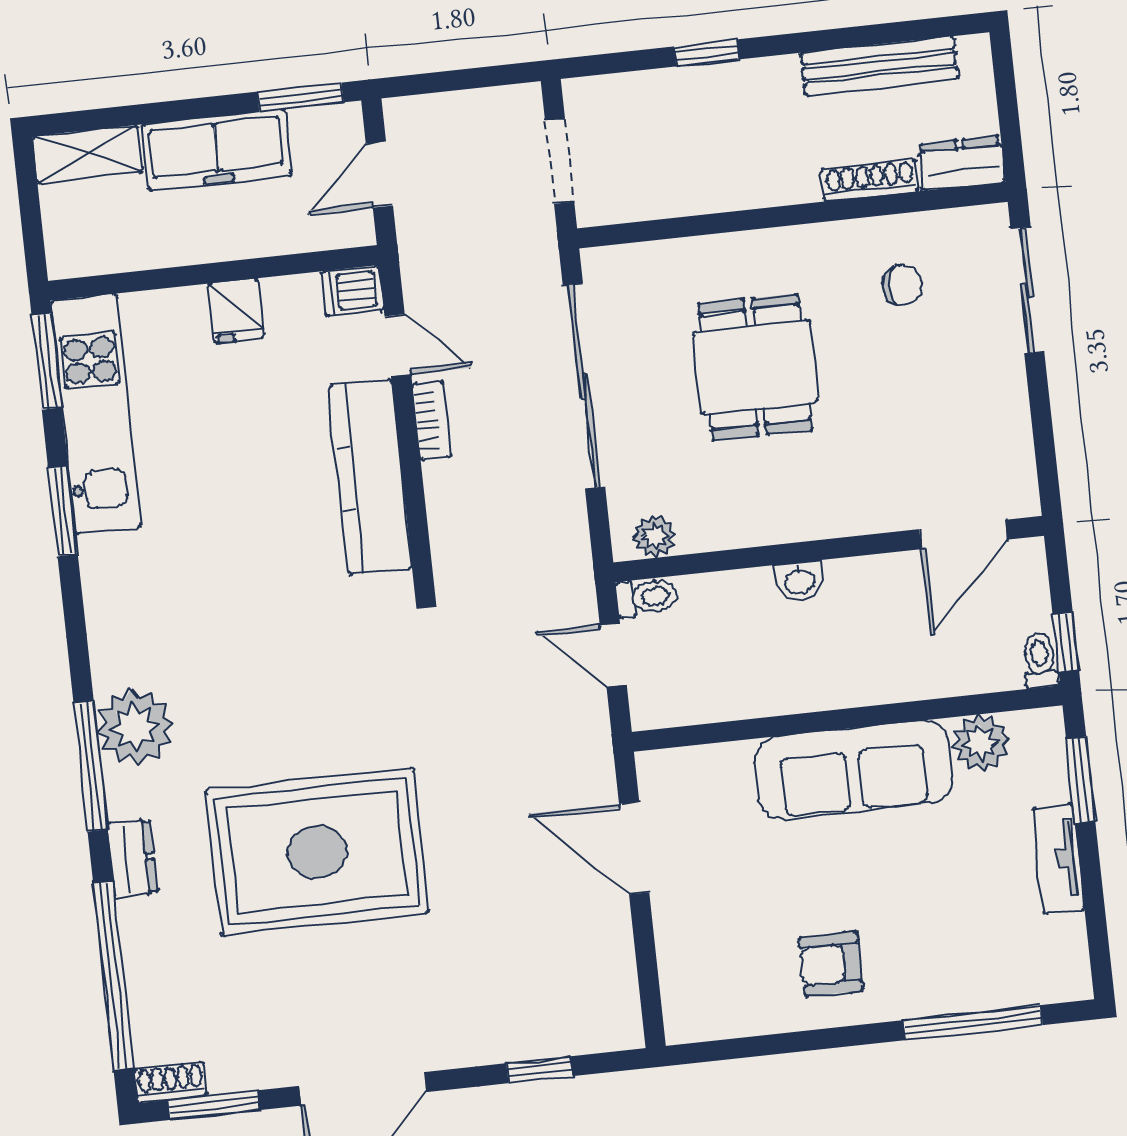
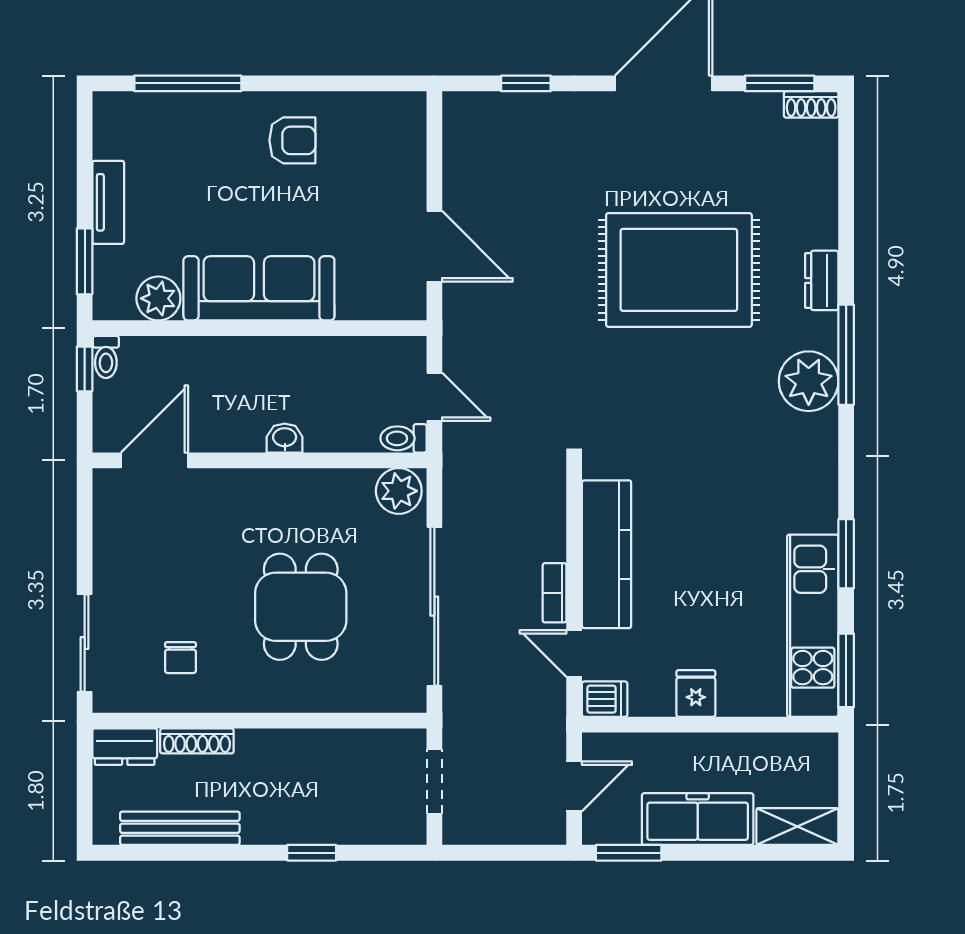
chair: (902, 285) -> (180, 658), turned -90
plant: (654, 536) -> (399, 491), width x1.38, depth x1.38
window: (113, 976) -> (846, 191), removed

